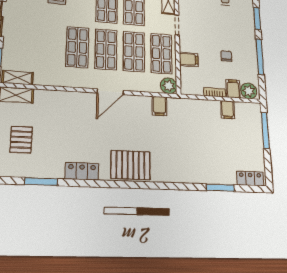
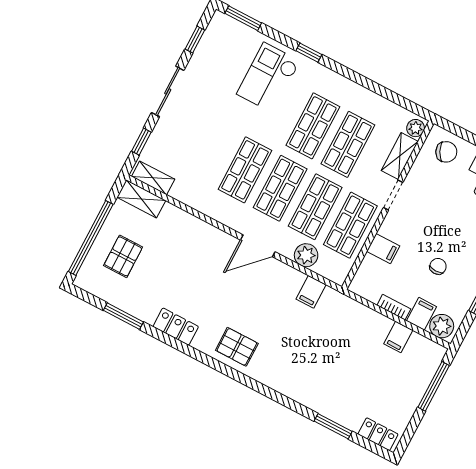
plant: (169, 86) -> (306, 255), moved
pallet: (130, 165) -> (237, 347), width x0.67, depth x0.71

